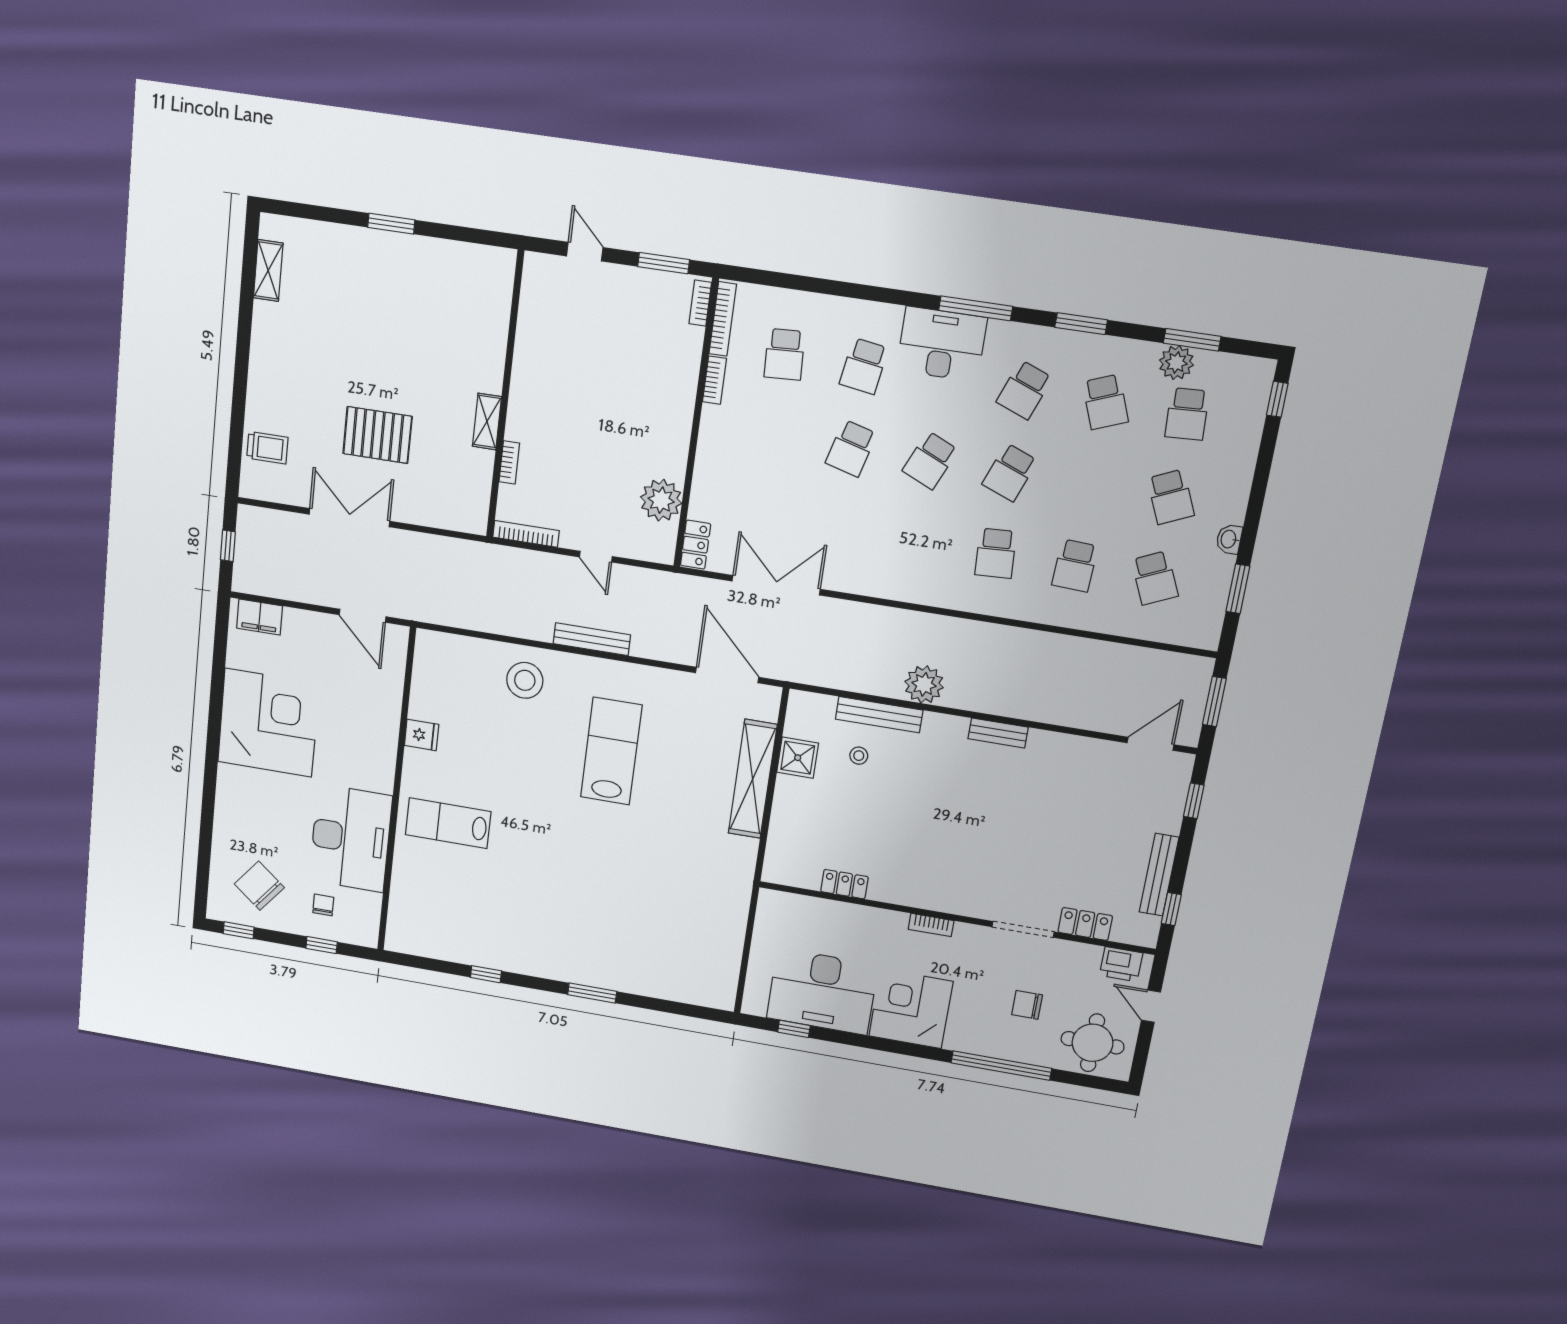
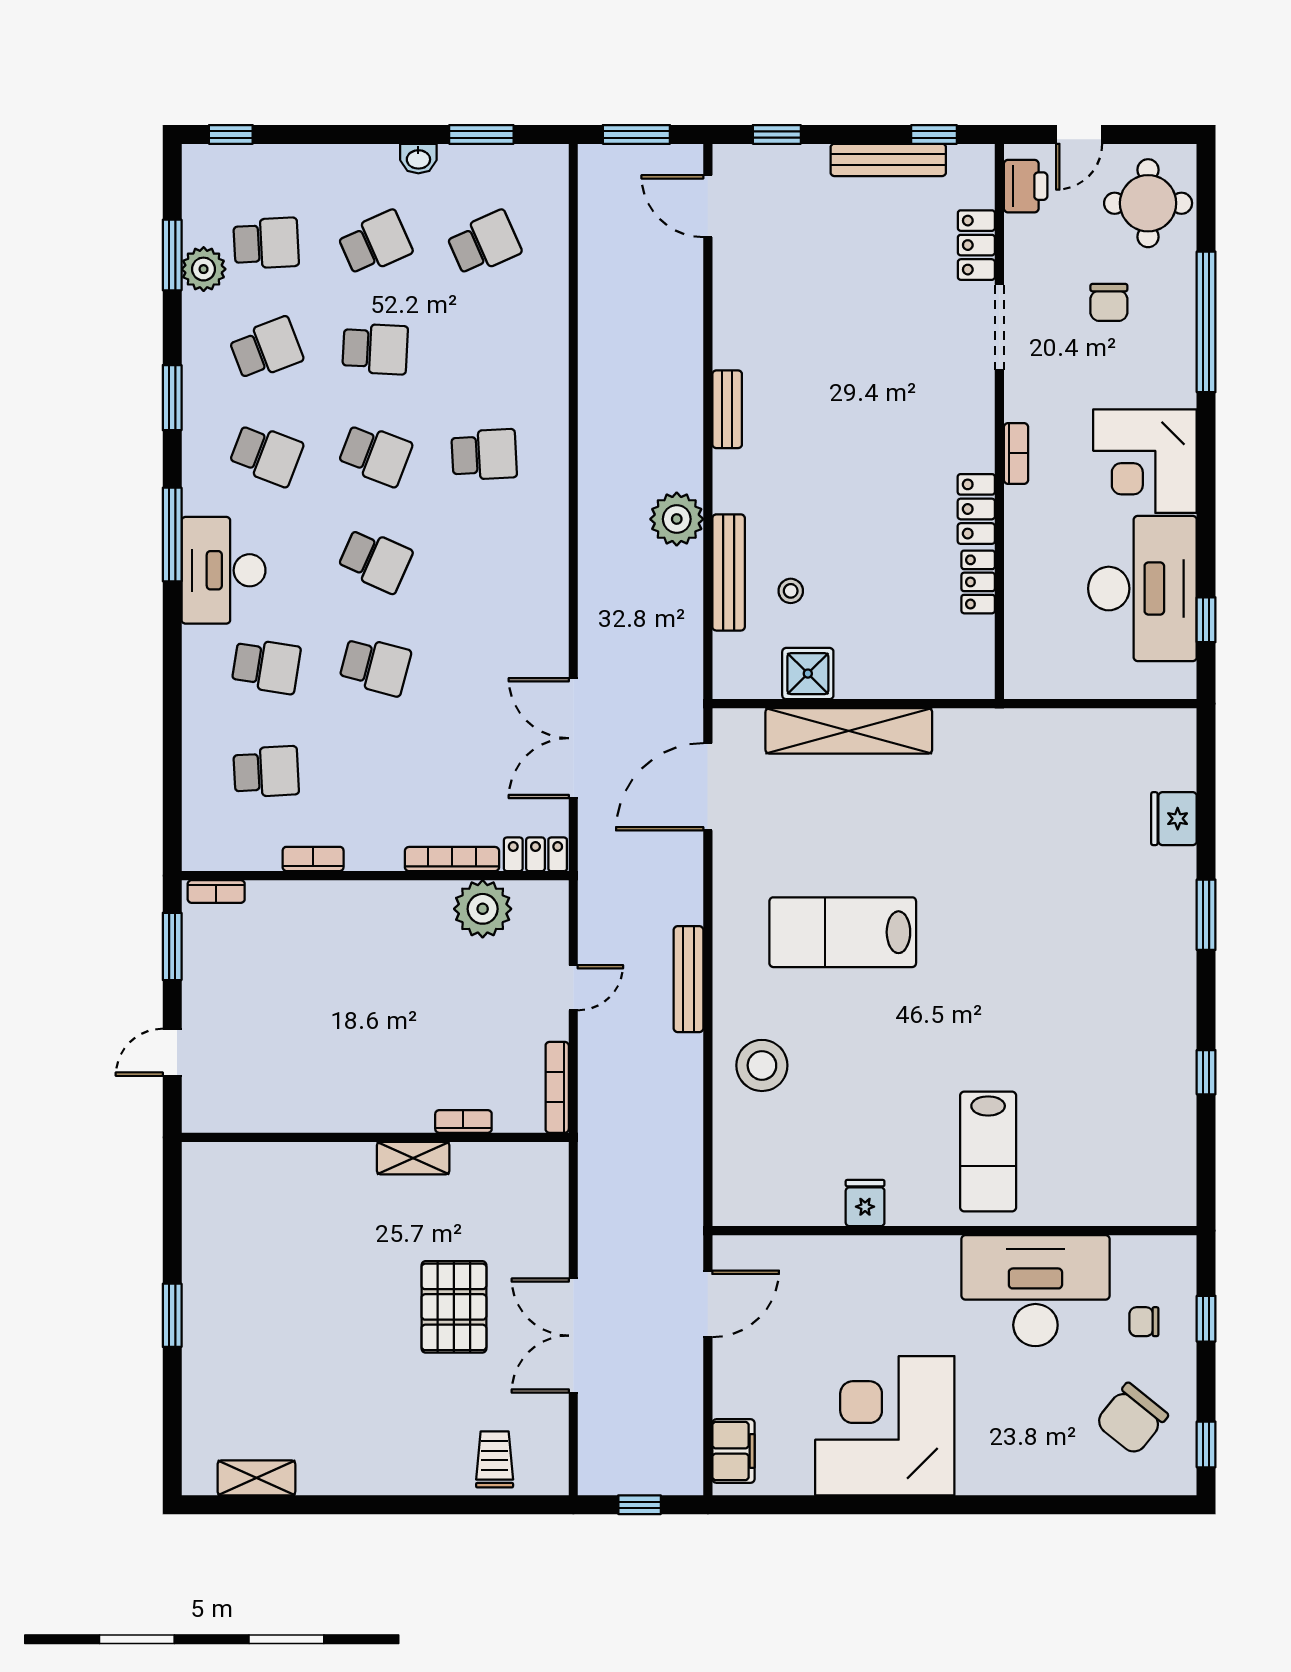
bookcase: (723, 319) -> (452, 859), moved
school desk: (1075, 566) -> (375, 349), moved
locker: (896, 892) -> (976, 509), added
fridge: (660, 984) -> (1174, 819), added

